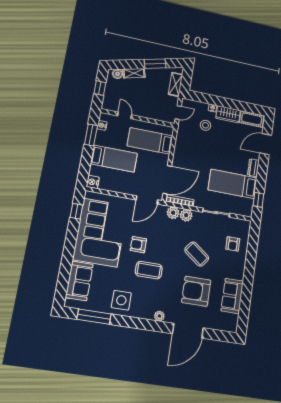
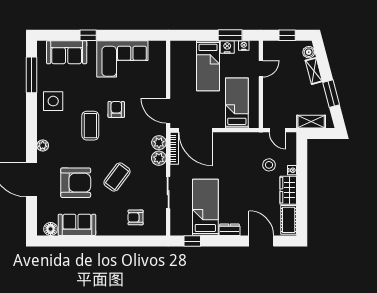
nightstand: (93, 182) -> (227, 47), moved
window: (76, 211) -> (88, 35), moved
corner sofa: (100, 233) -> (122, 59), width x0.73, depth x0.74
armchair: (196, 291) -> (76, 183), turned 90
floor lamp: (233, 320) -> (51, 229), added

